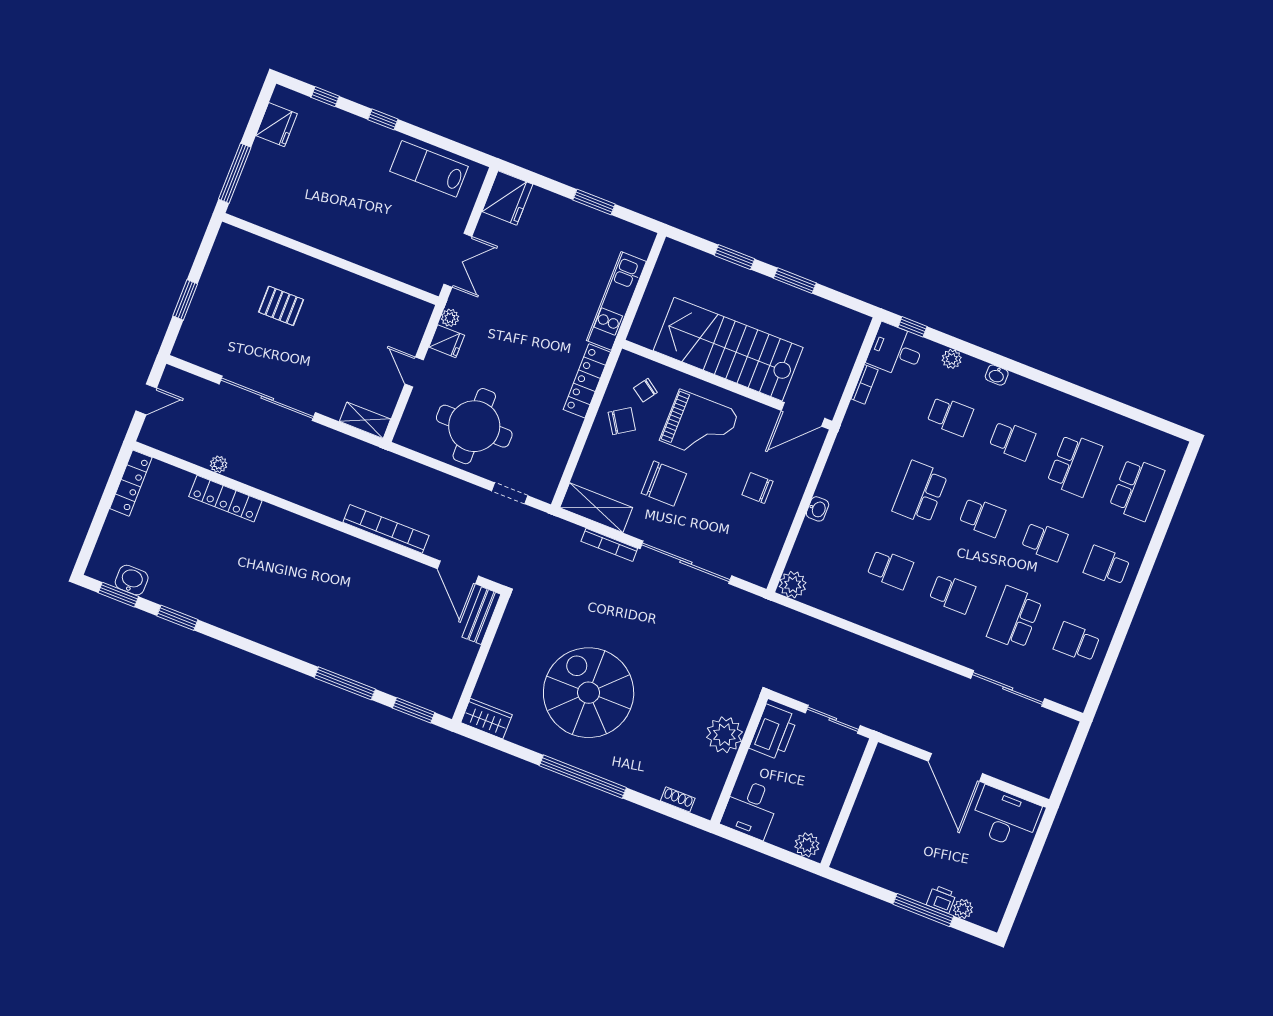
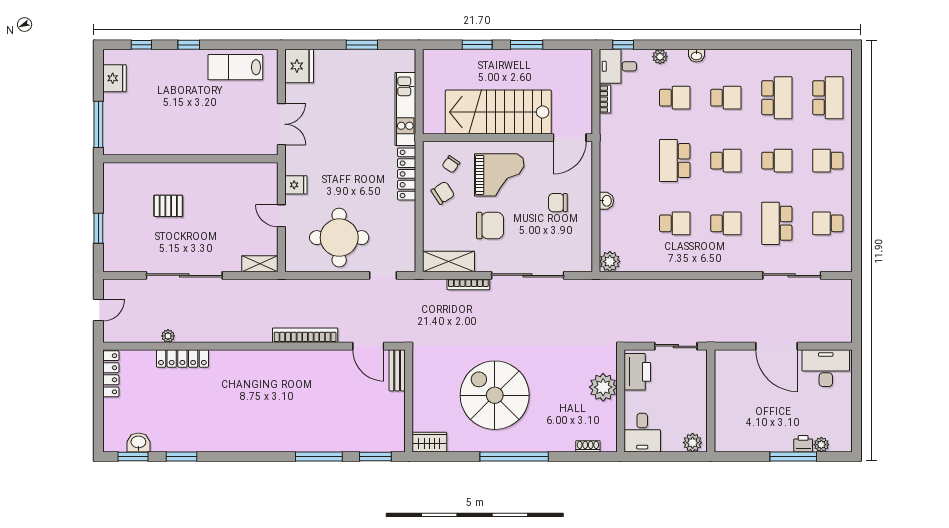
plant: (450, 318) -> (292, 167), removed

